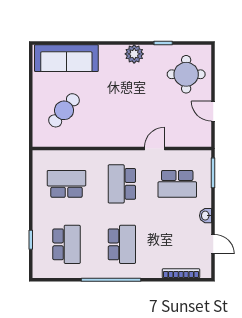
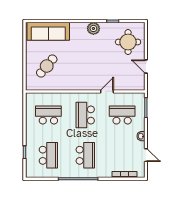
school desk: (177, 184) -> (122, 115), turned 180

